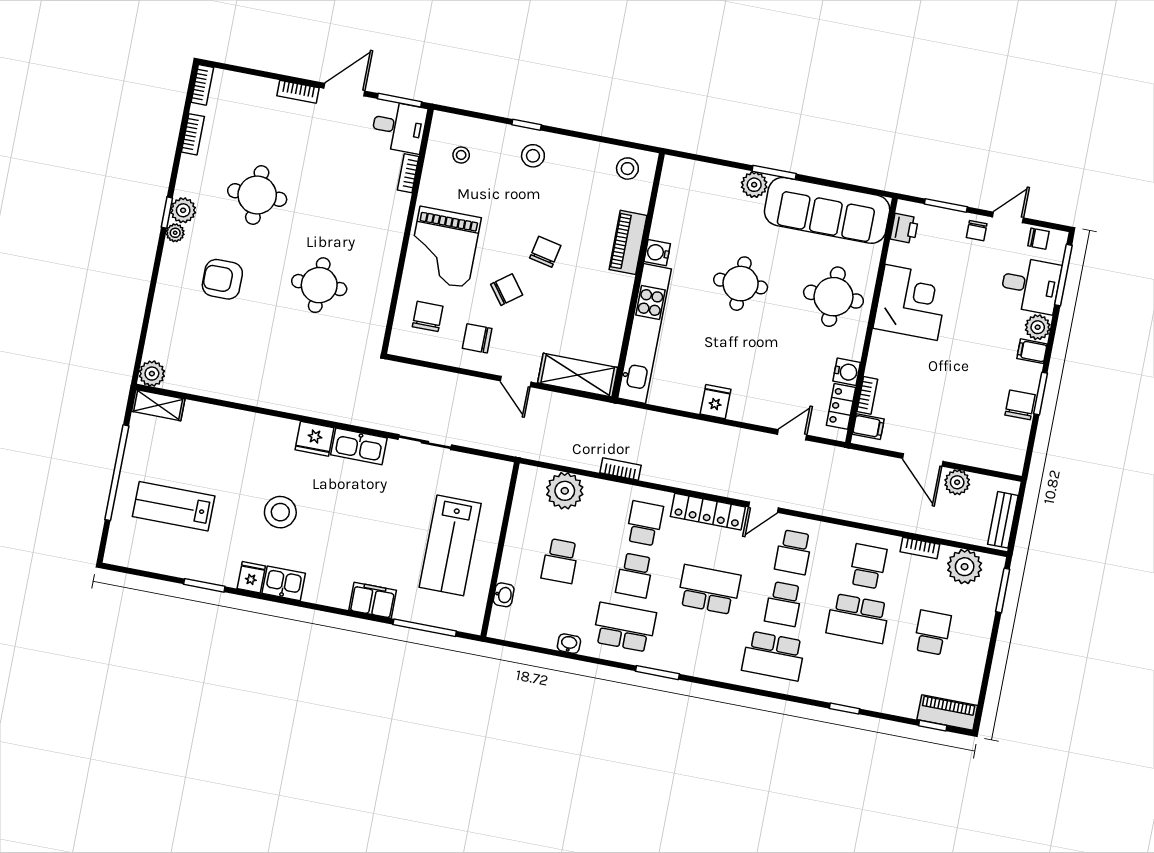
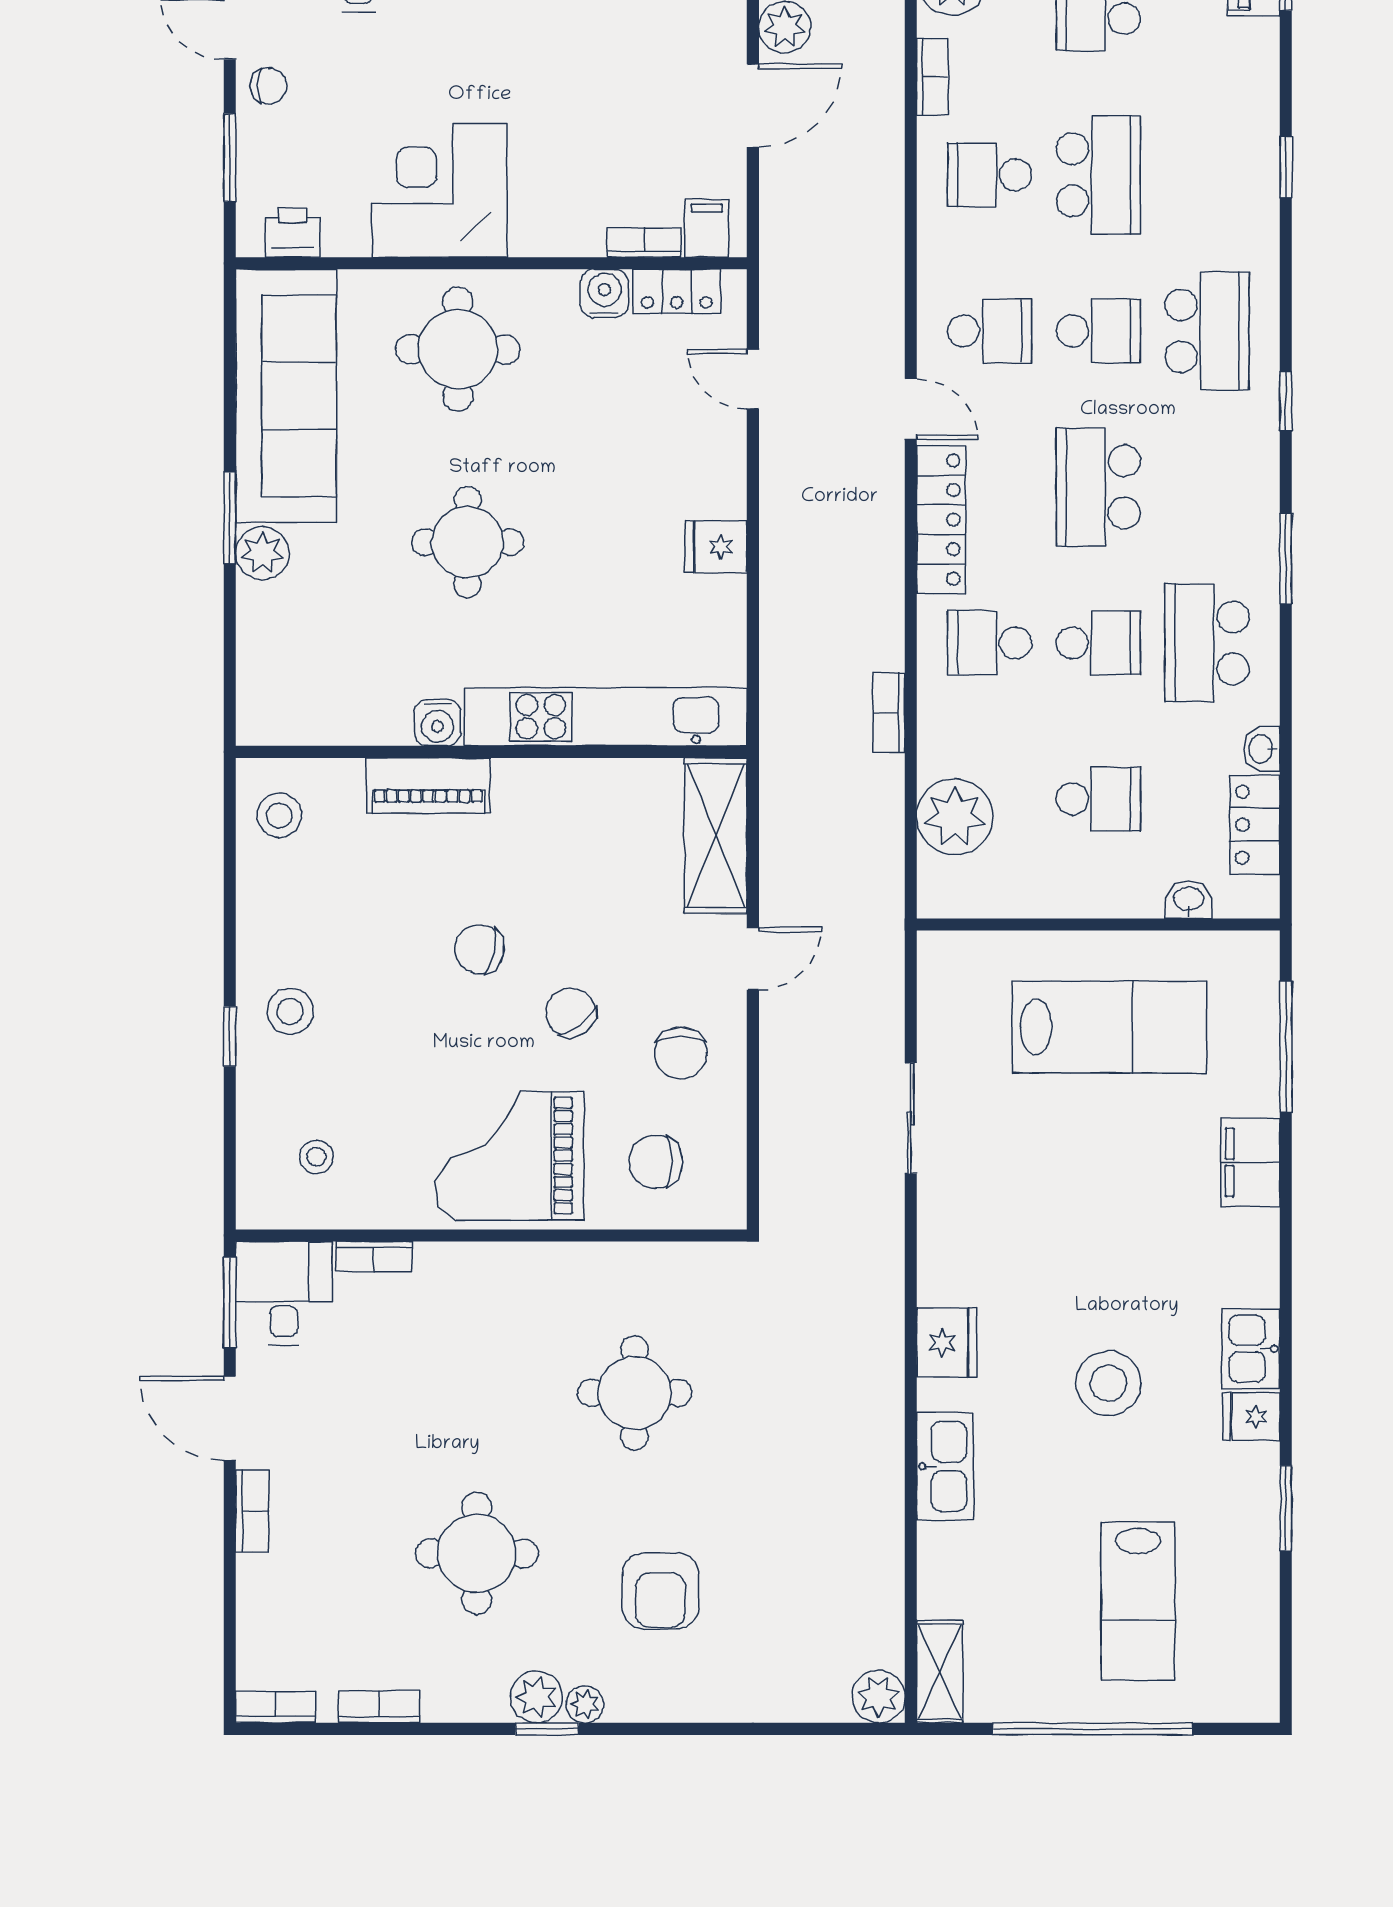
grand piano: (444, 247) -> (510, 1156), turned 180
kitchen sink: (359, 446) -> (945, 1466), moved
locker: (533, 633) -> (1255, 825), added
window: (733, 687) -> (1286, 401), added

